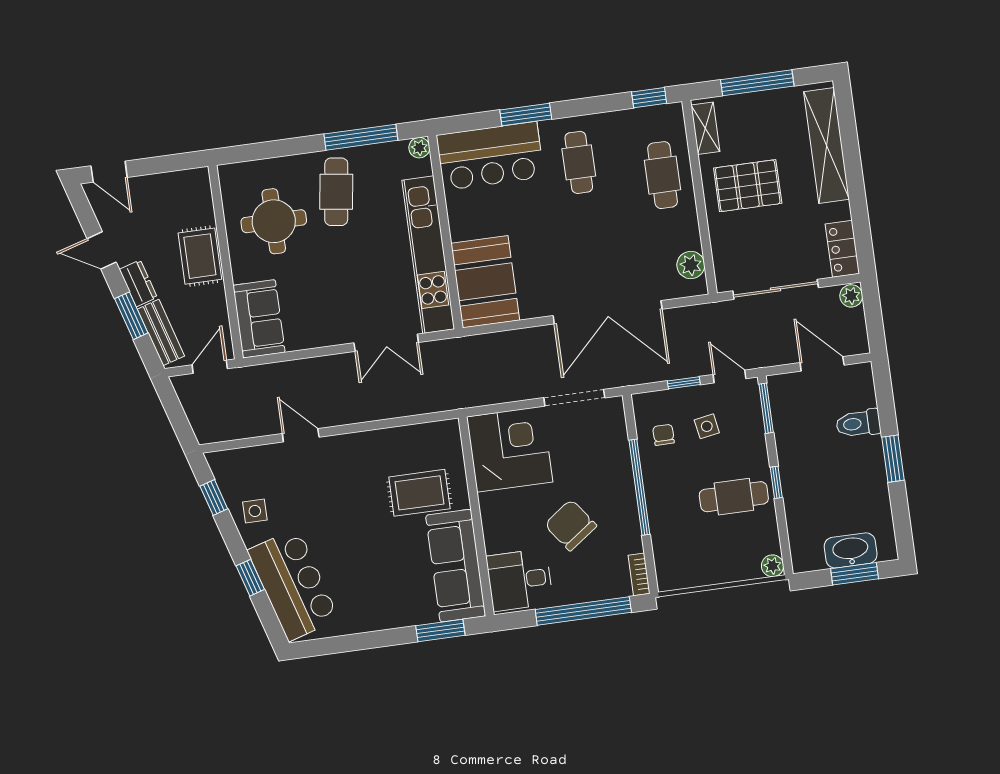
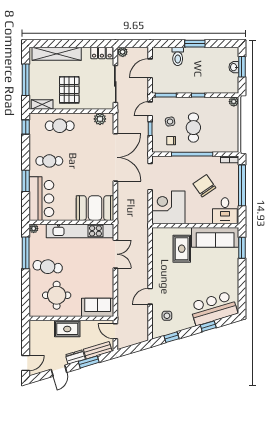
cafe table: (734, 497) -> (193, 128), moved
side table: (255, 511) -> (167, 316), moved
chair: (571, 525) -> (204, 186), turned 91
washbasin: (851, 550) -> (234, 67), width x0.52, depth x0.69

